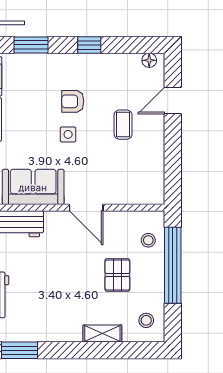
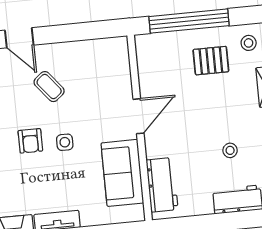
coffee table: (123, 125) -> (49, 87), turned 51
stool: (148, 240) -> (230, 150), moved
pallet: (117, 275) -> (211, 61), moved

